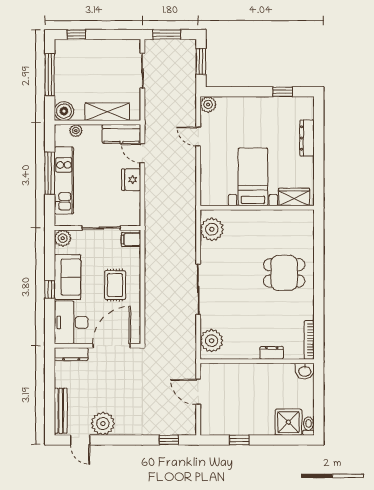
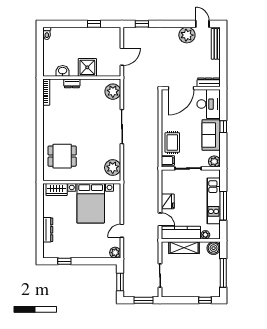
kitchen counter: (121, 134) -> (181, 233), width x1.50
door: (198, 137) -> (122, 231), swing flipped
bed with nightstands: (253, 177) -> (91, 203), width x1.36
dining table: (284, 273) -> (62, 156), moved
rug: (115, 285) -> (172, 143), moved
washbasin: (305, 371) -> (63, 71), moved
door: (198, 392) -> (122, 57), hinge flipped
shower: (288, 422) -> (87, 67), moved

